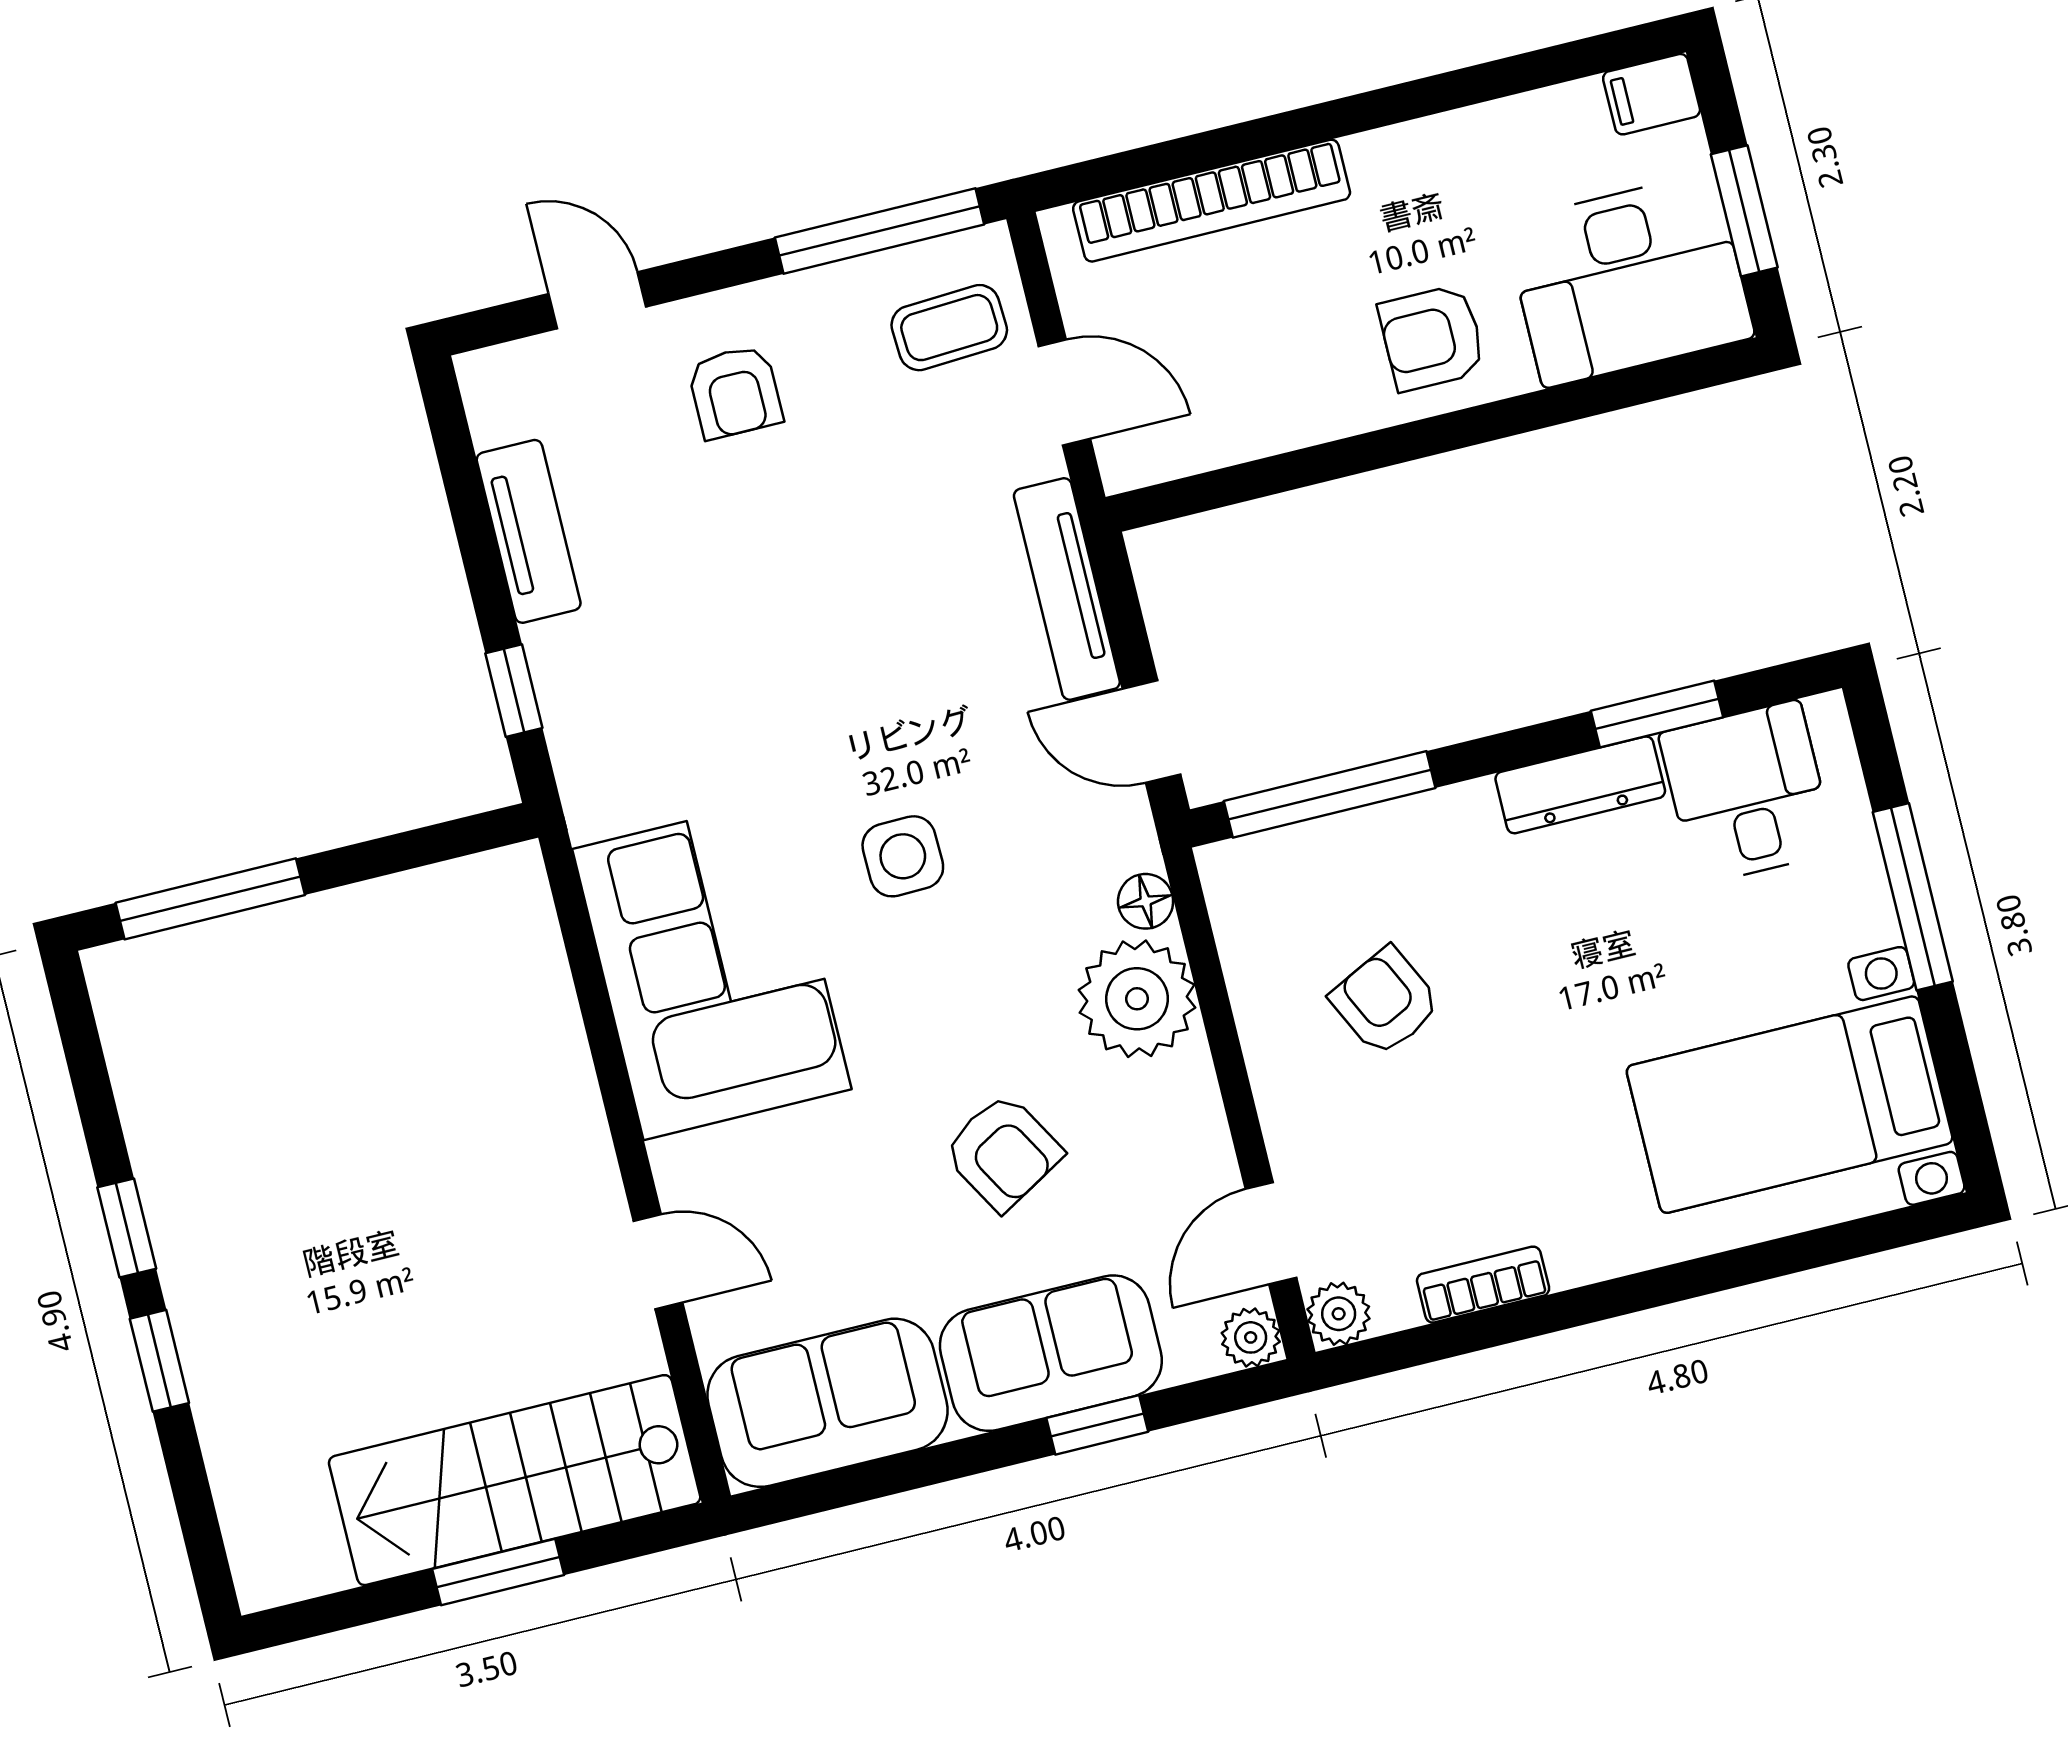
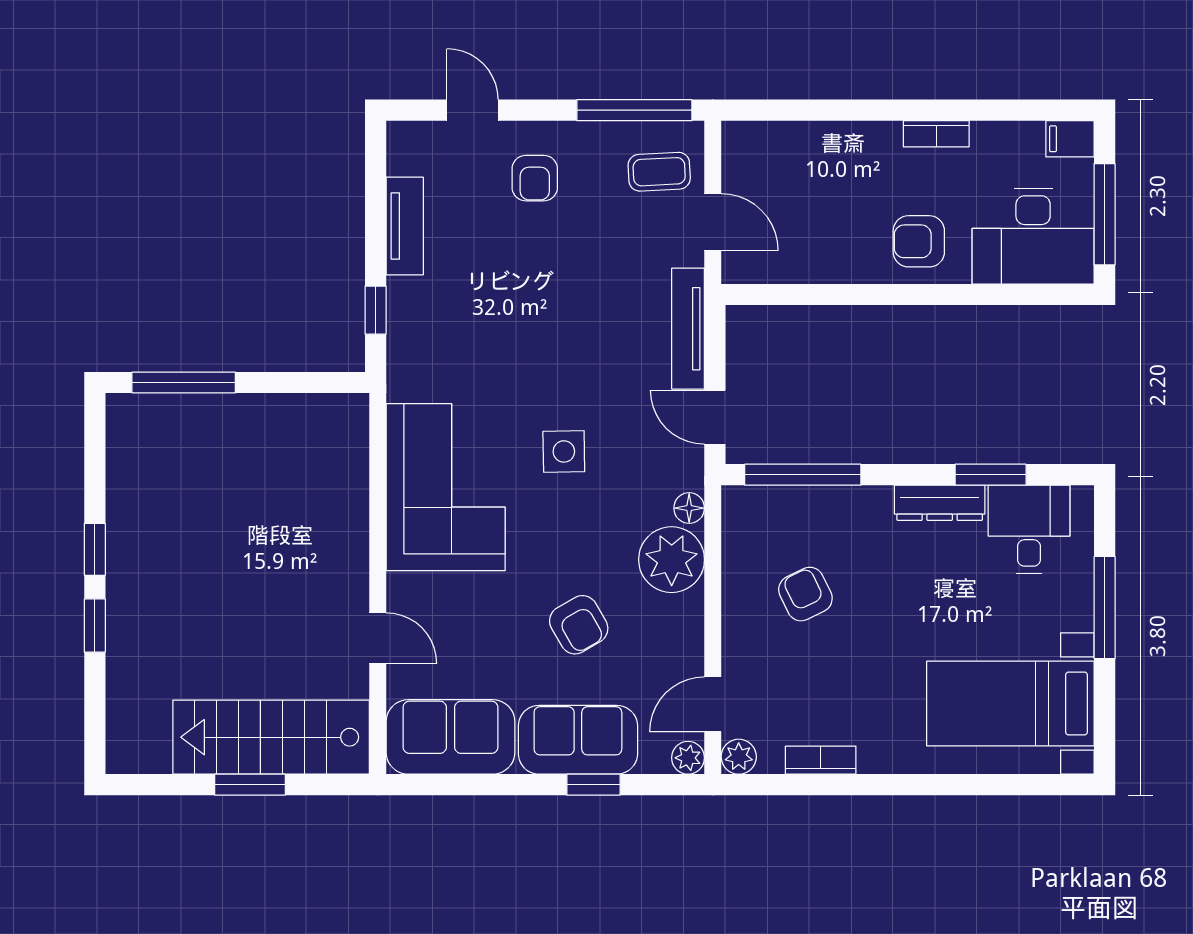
bookcase: (1212, 201) -> (936, 134), moved, width x0.43, depth x0.76
window: (1744, 211) -> (1105, 214), width x1.44

